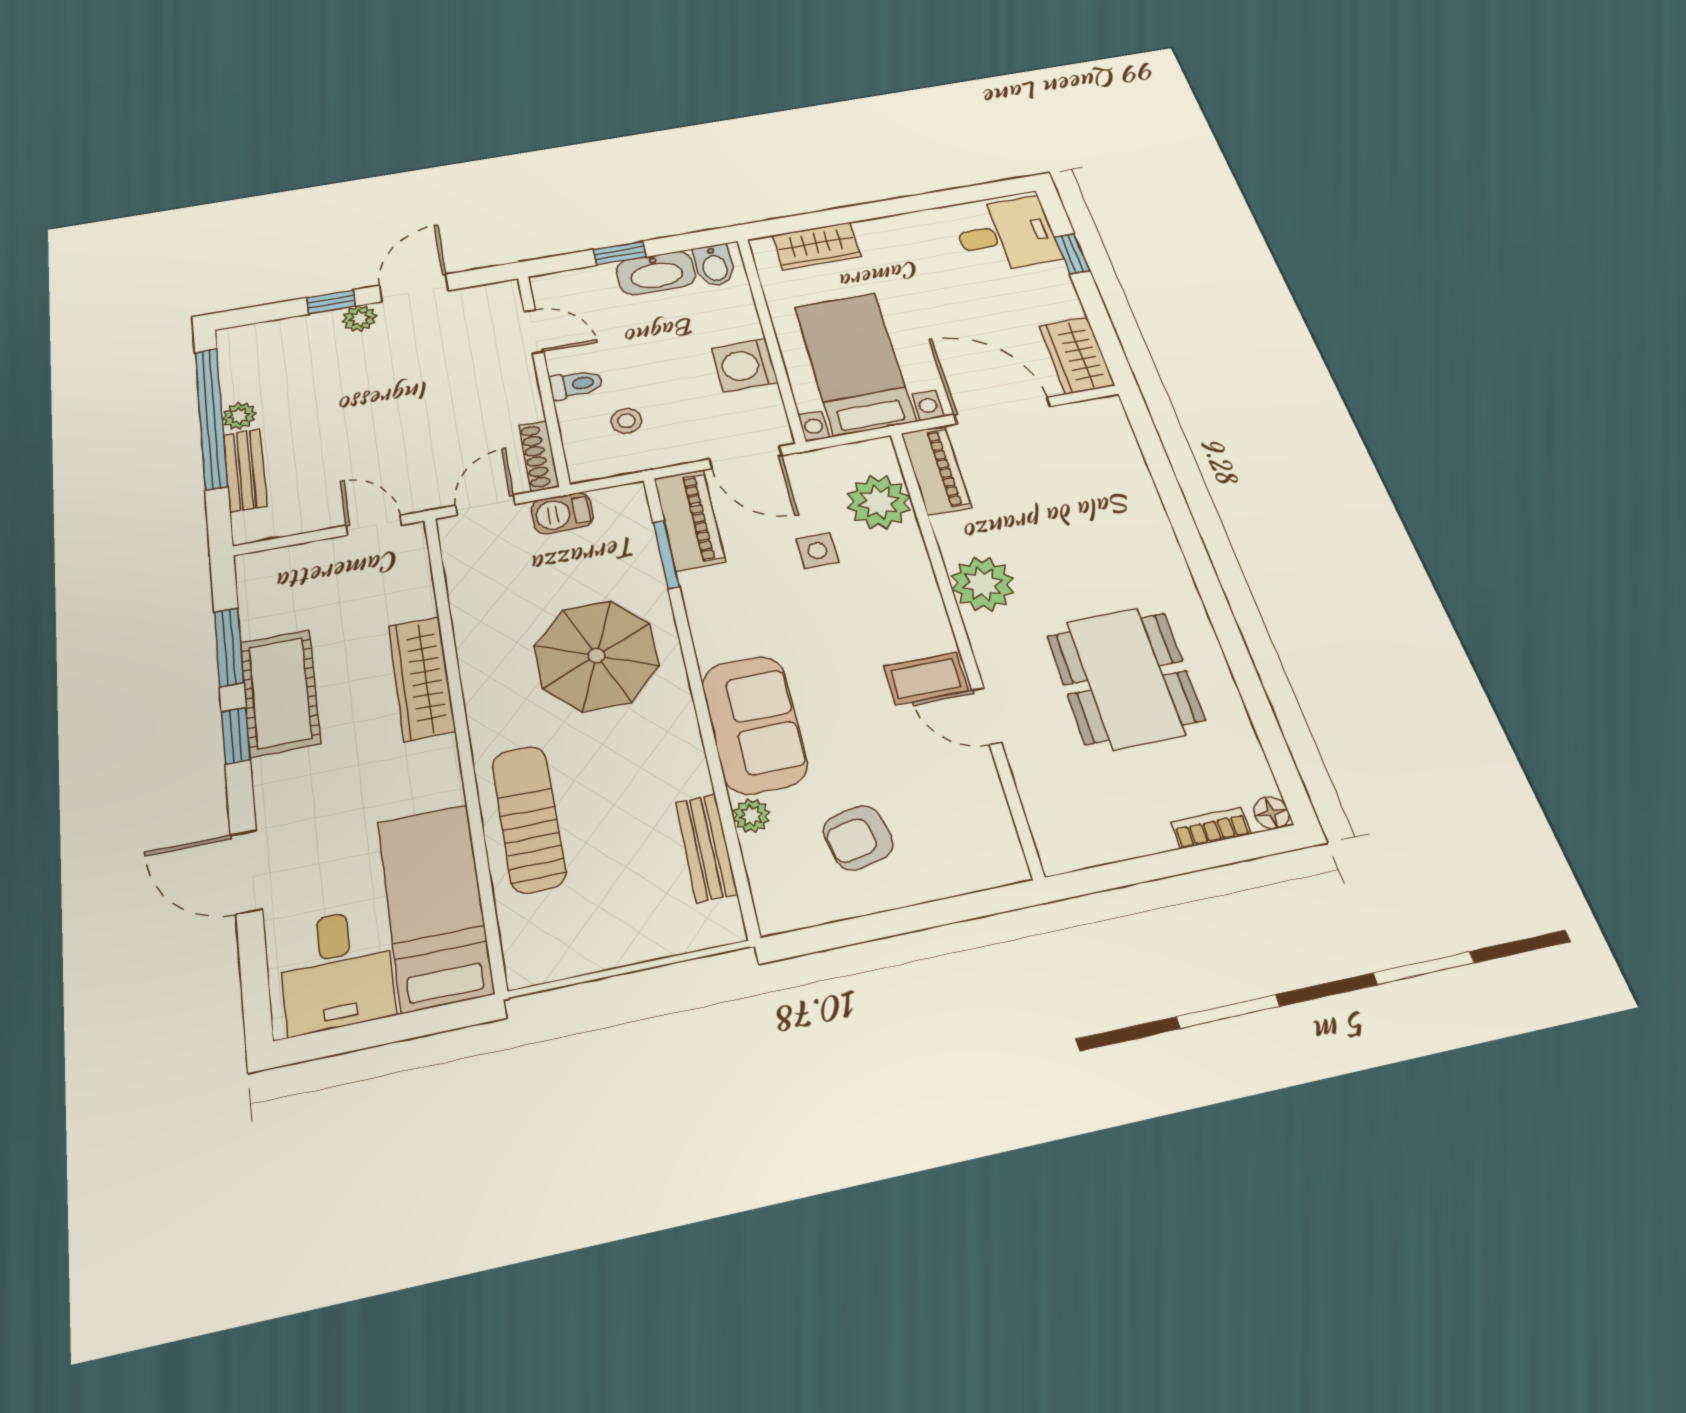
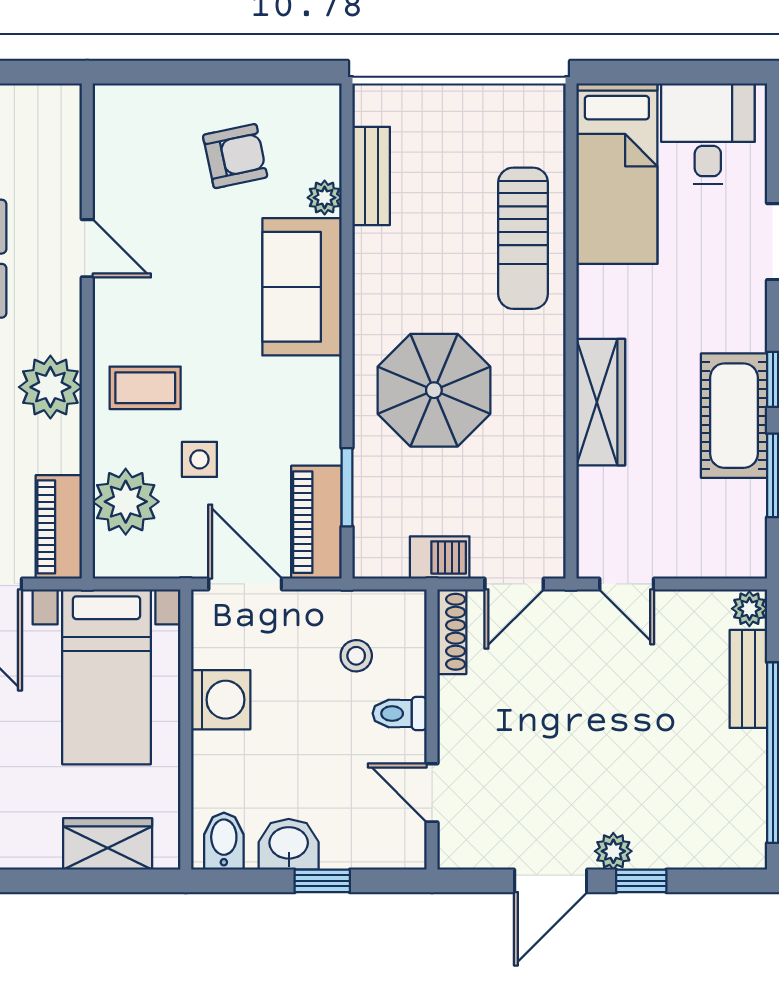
washbasin: (656, 273) -> (289, 844), width x0.72
plant: (239, 416) -> (749, 609), moved
coffee table: (926, 678) -> (145, 388), moved

